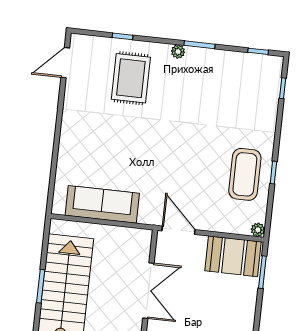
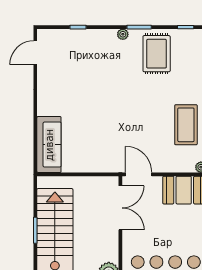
rug: (131, 78) -> (157, 54), moved
sofa: (102, 204) -> (49, 145), moved, turned 90
double door: (148, 291) -> (120, 208), moved

